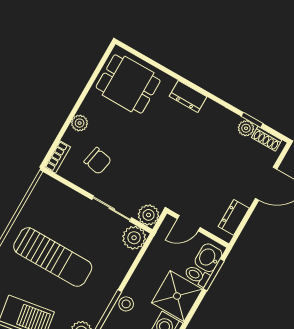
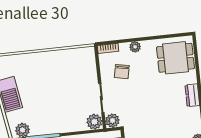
dining table: (128, 84) -> (175, 58), turned 90
sun lounger: (53, 257) -> (52, 85), removed

